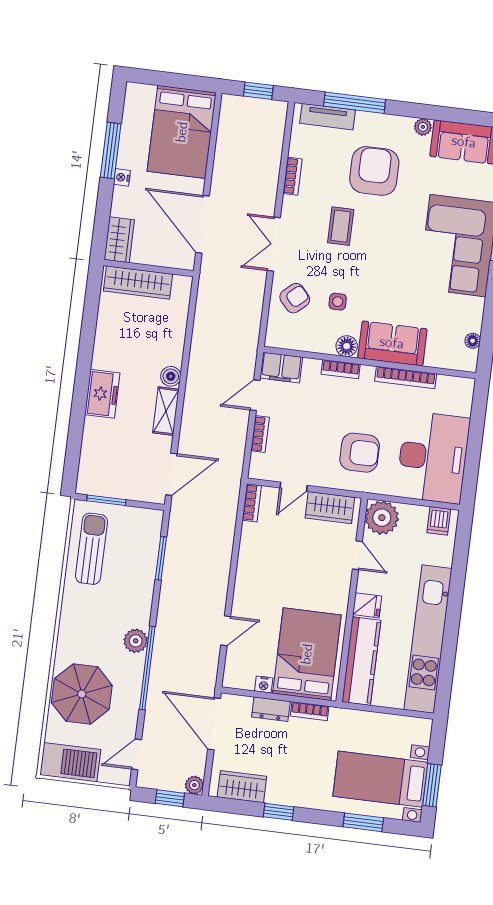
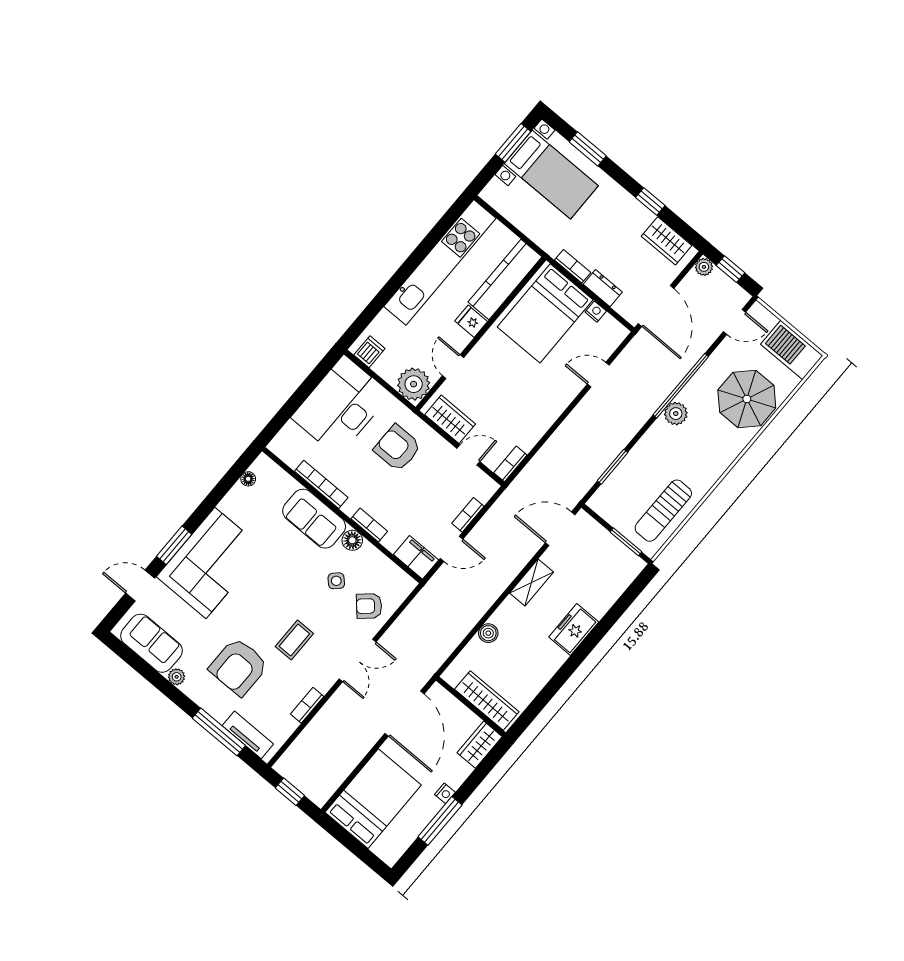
side table: (338, 302) -> (336, 581), turned 45
boiler: (171, 376) -> (488, 633), moved

